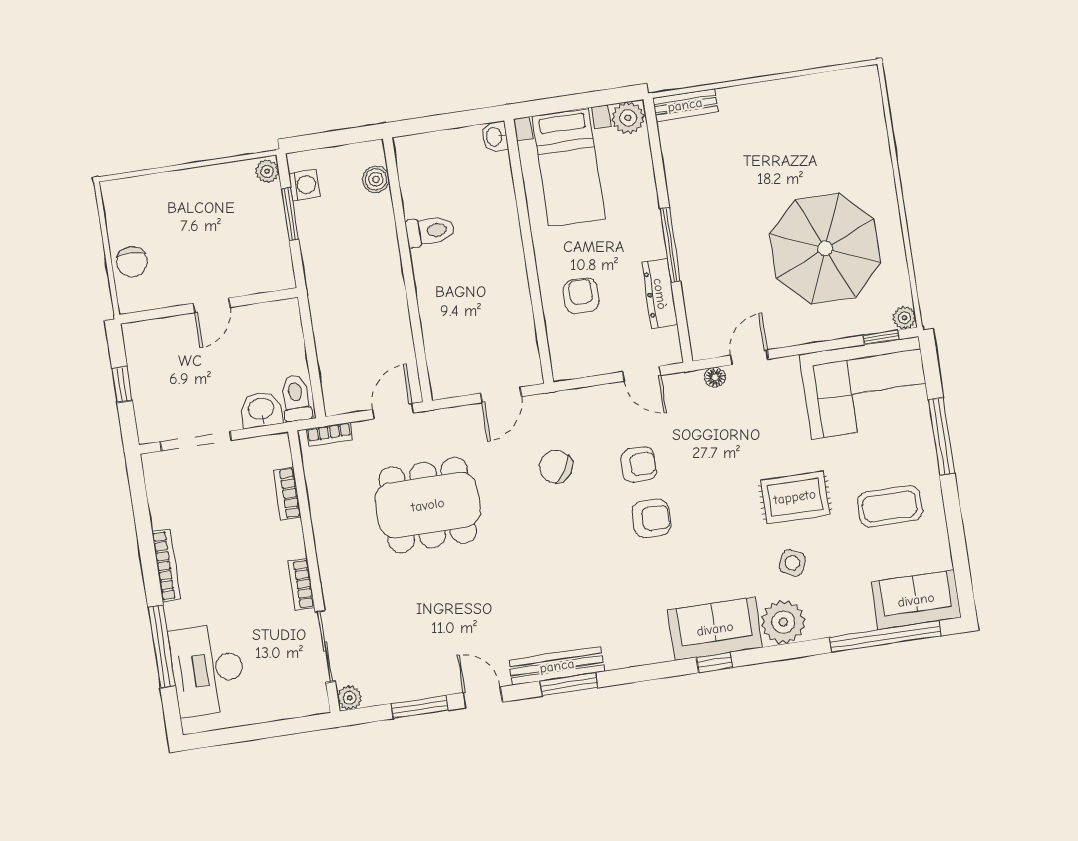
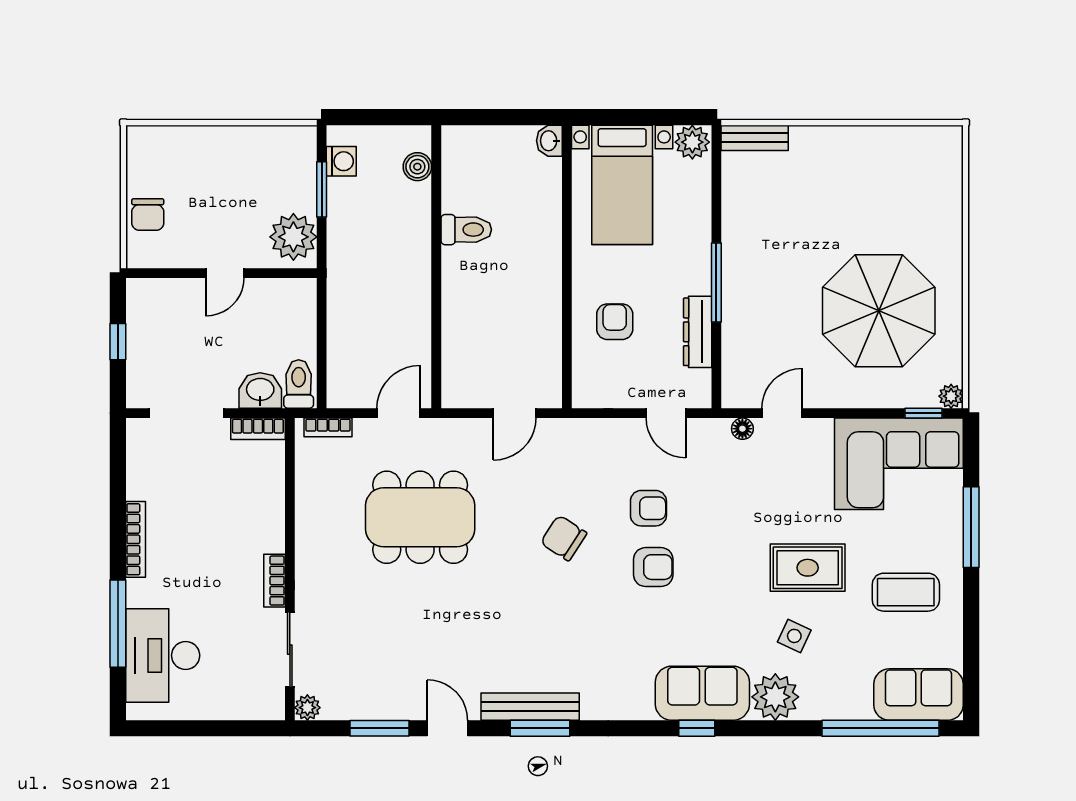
plant: (267, 171) -> (293, 237), moved, width x1.88, depth x1.88
chair: (556, 467) -> (564, 538), moved
bookcase: (287, 494) -> (258, 429), moved, turned -90

